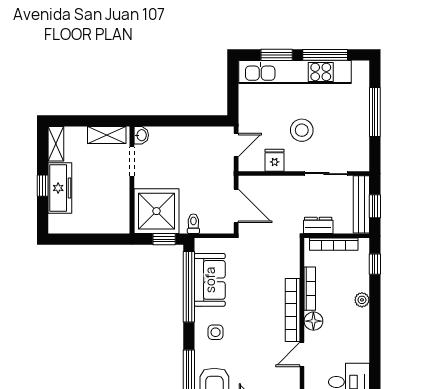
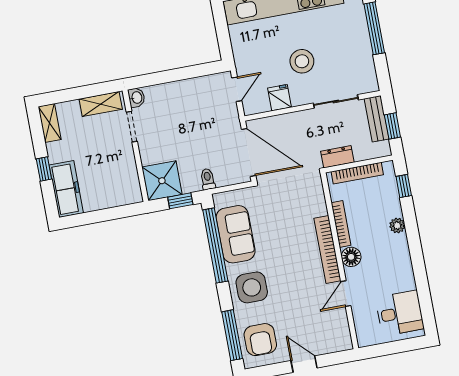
freezer: (60, 188) -> (66, 189), moved
bench: (361, 204) -> (377, 119), width x0.73
door: (236, 206) -> (249, 152), width x1.36
shower: (156, 211) -> (162, 181), width x0.73, depth x0.73
side table: (216, 332) -> (252, 287), width x1.87, depth x1.87

